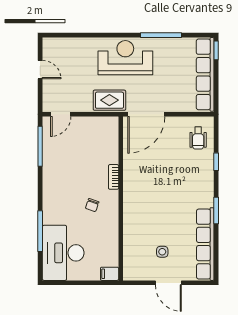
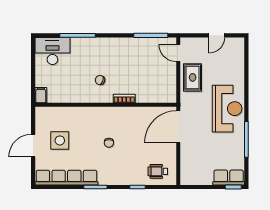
row of seats: (205, 74) -> (229, 177), width x0.50
rug: (109, 100) -> (193, 77), moved
door: (146, 114) -> (178, 127), hinge flipped
chair: (165, 195) -> (109, 143), added
side table: (162, 252) -> (60, 140), width x1.87, depth x1.87
desk: (63, 253) -> (52, 51), width x0.73, depth x0.77

